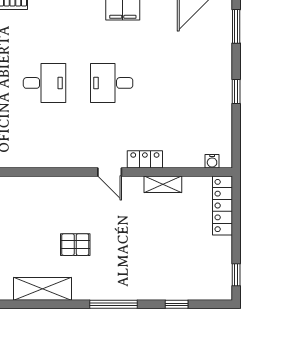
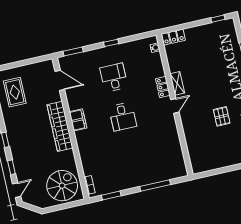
desk: (45, 83) -> (114, 78), moved
shelving: (163, 184) -> (177, 83), moved
locker: (223, 206) -> (173, 37), width x0.66

